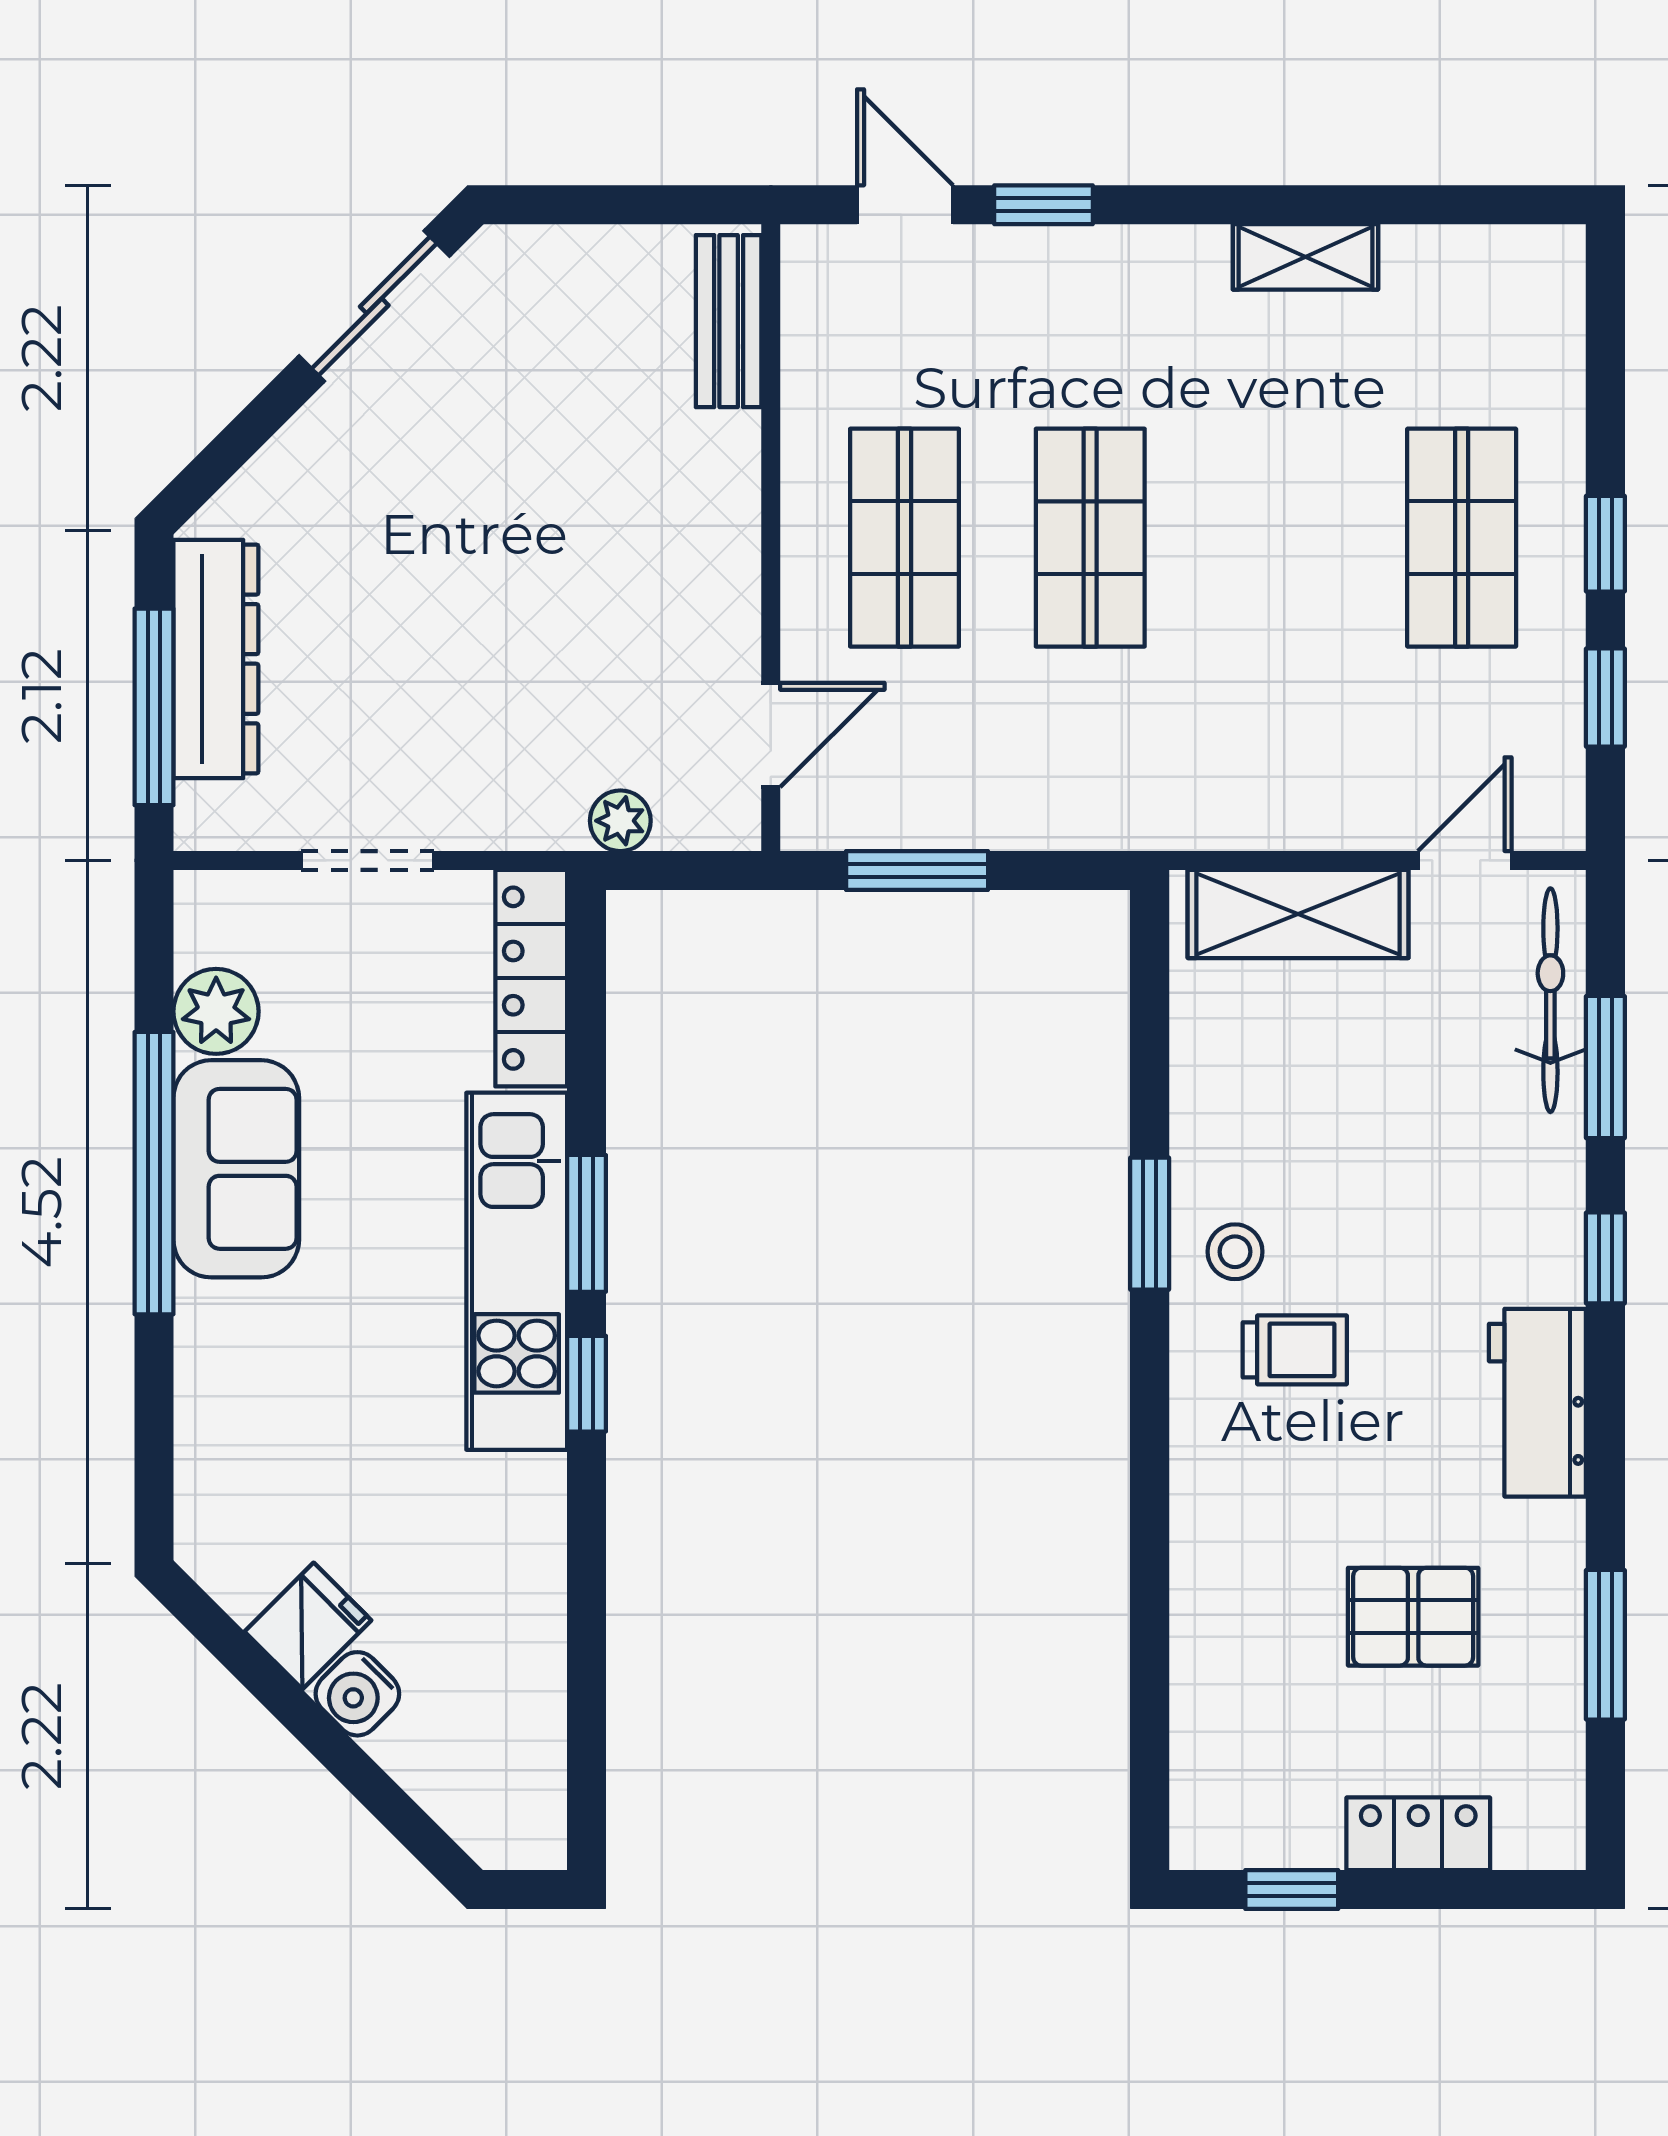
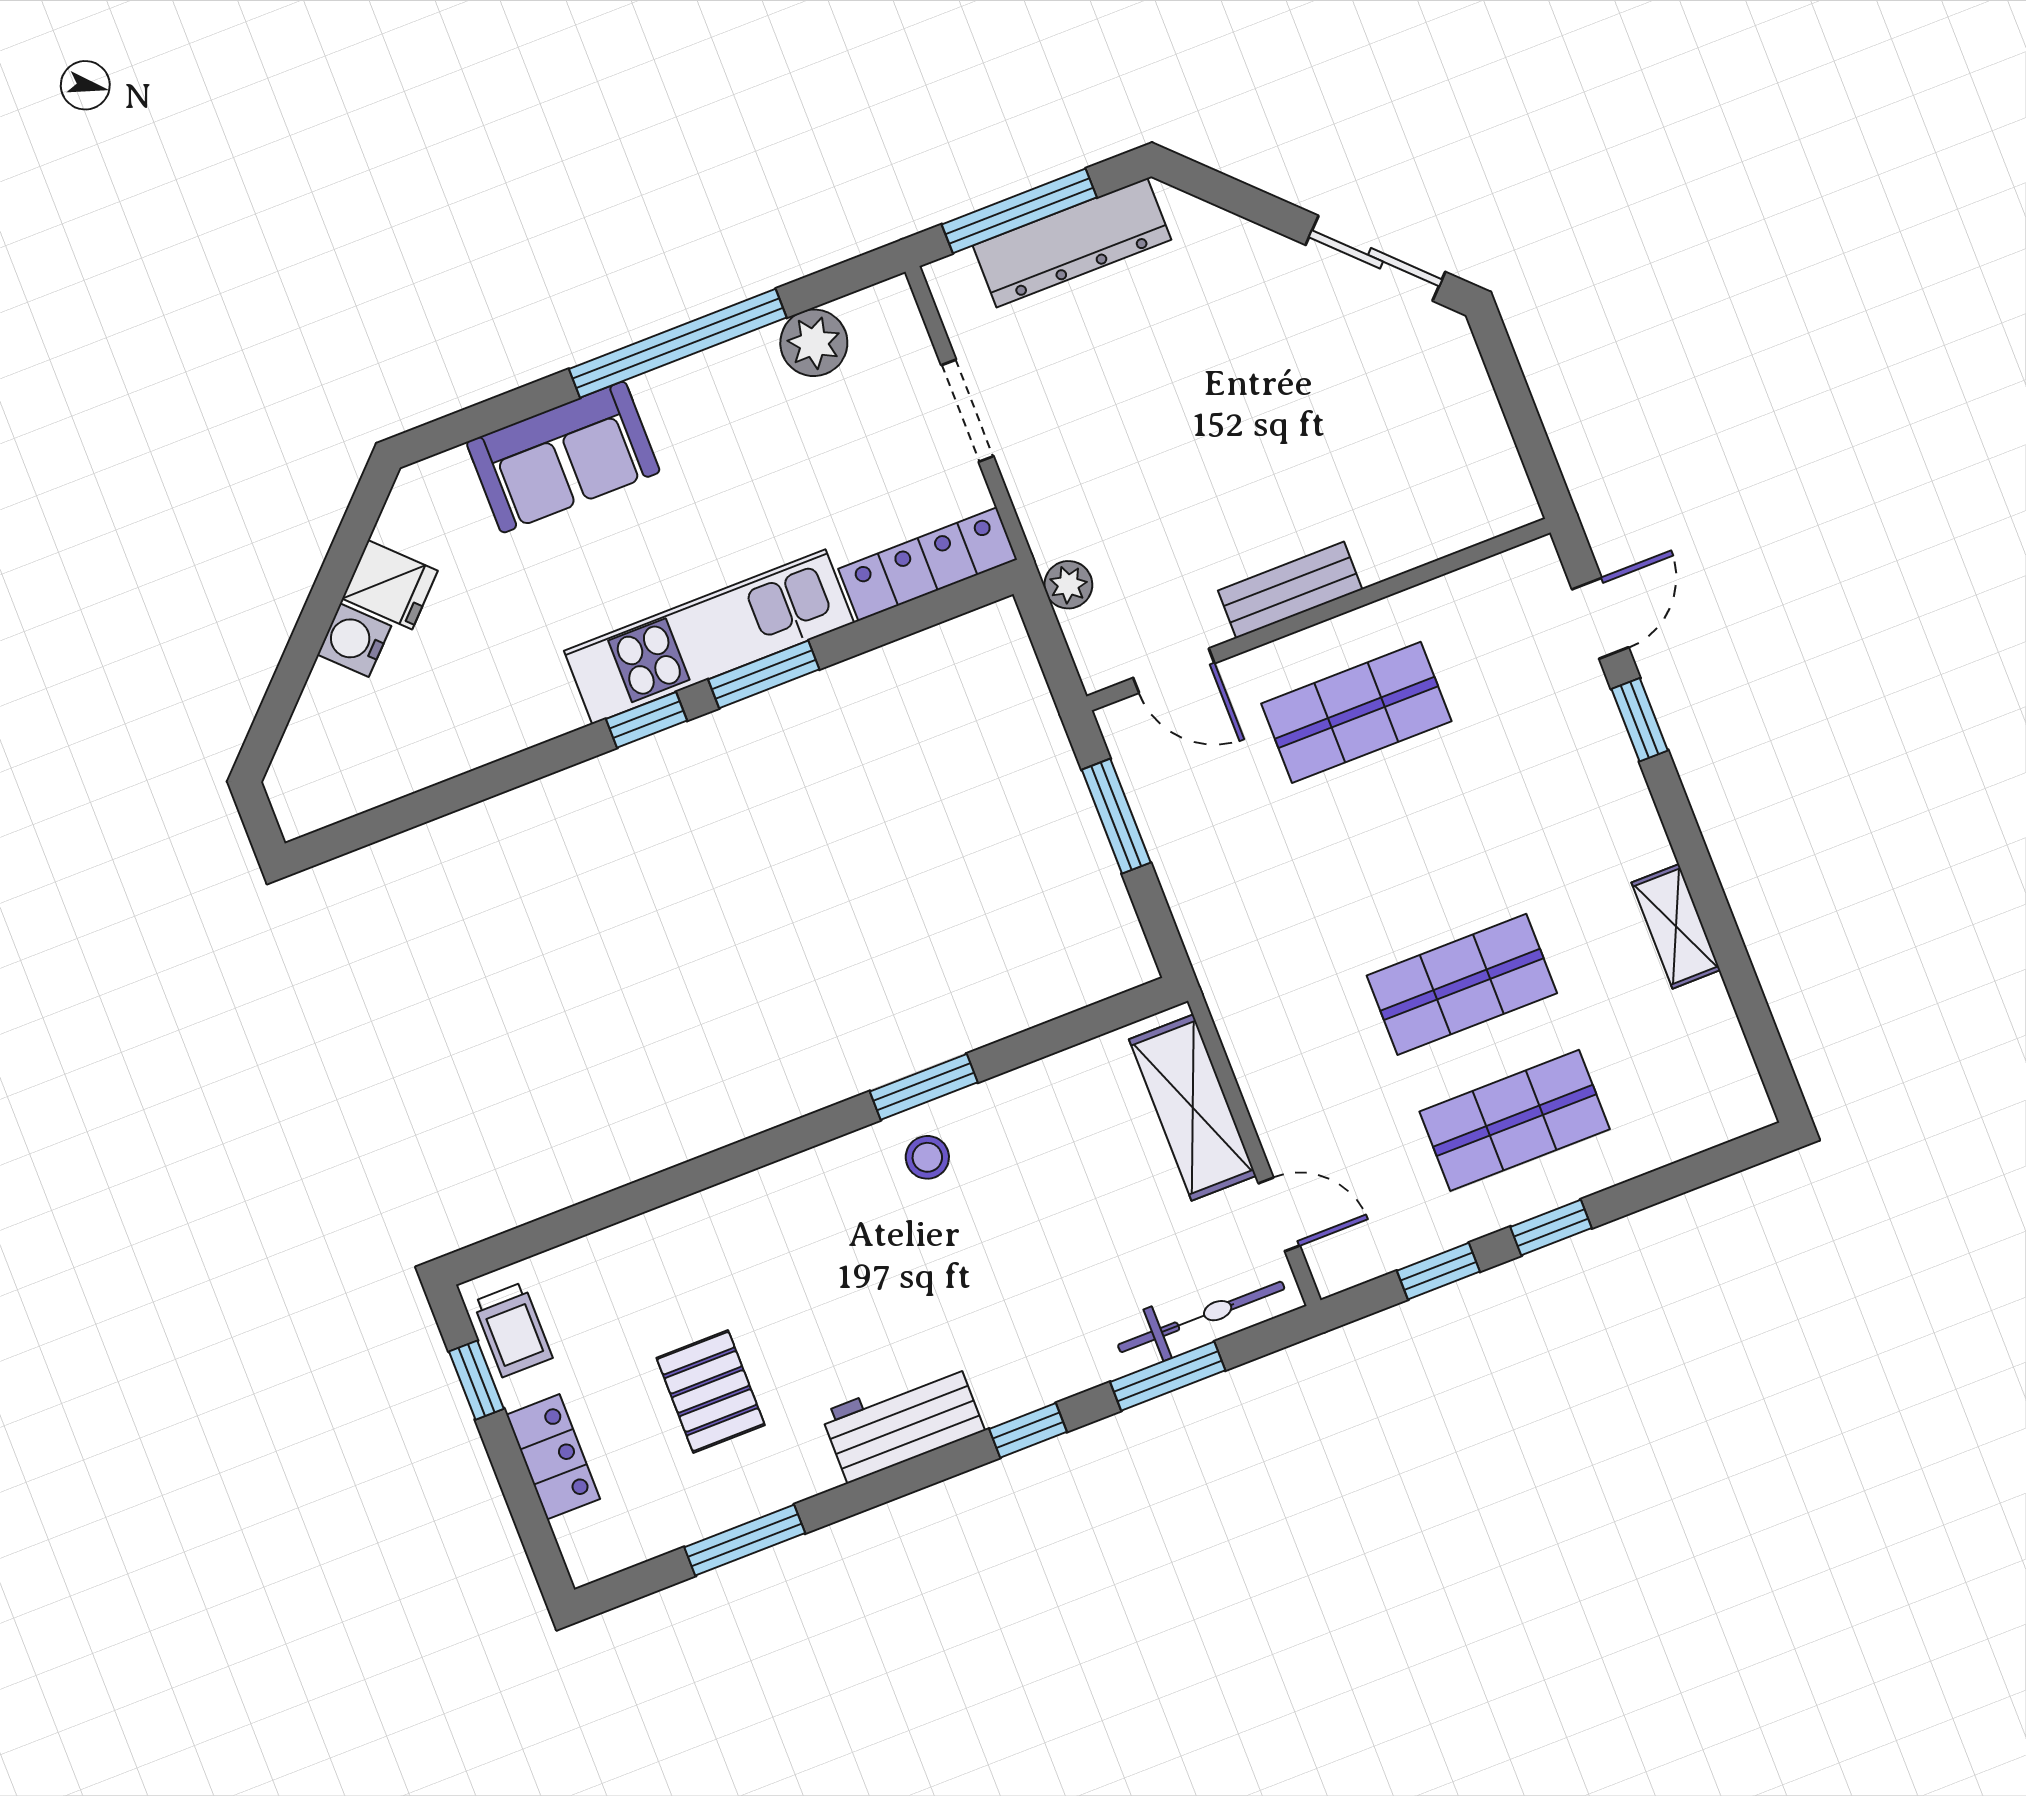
bench: (729, 321) -> (1290, 590), moved
shop shelf: (1090, 538) -> (1462, 984), moved
sofa: (236, 1169) -> (563, 457), moved
trolley: (1295, 1350) -> (513, 1330), moved

